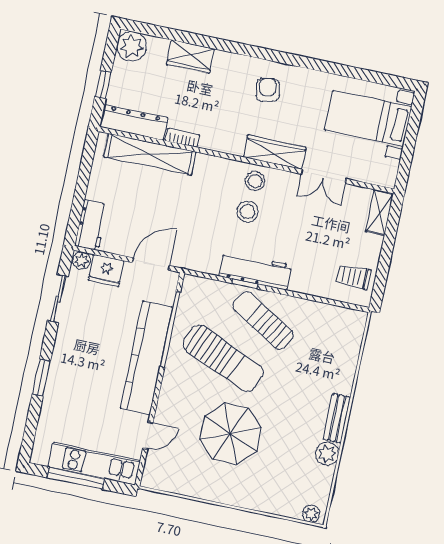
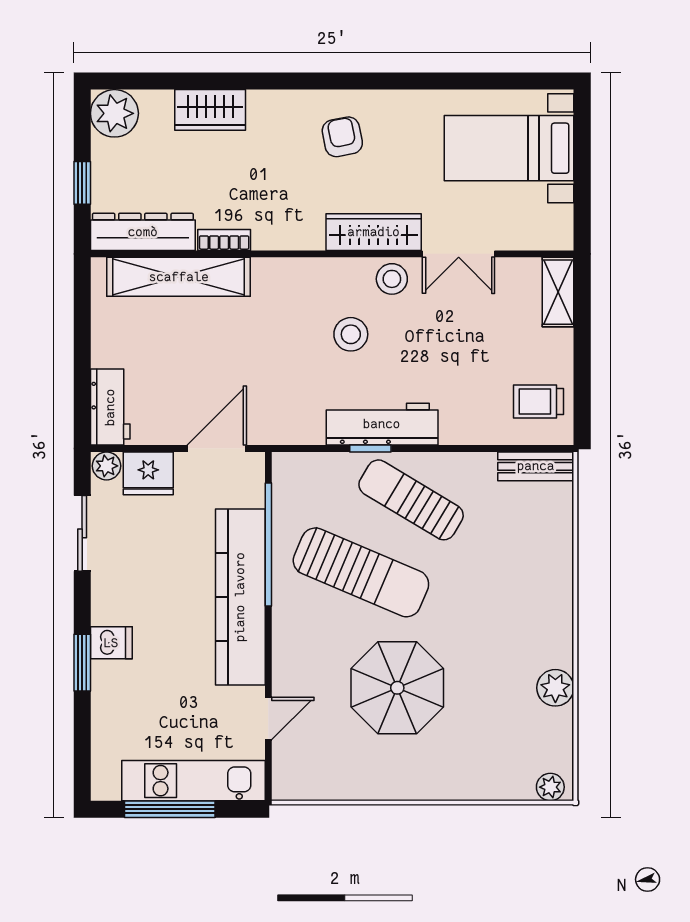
stool: (255, 181) -> (392, 279), moved
dishwasher: (62, 369) -> (111, 643), added
bench: (337, 418) -> (536, 466), moved, turned 90

